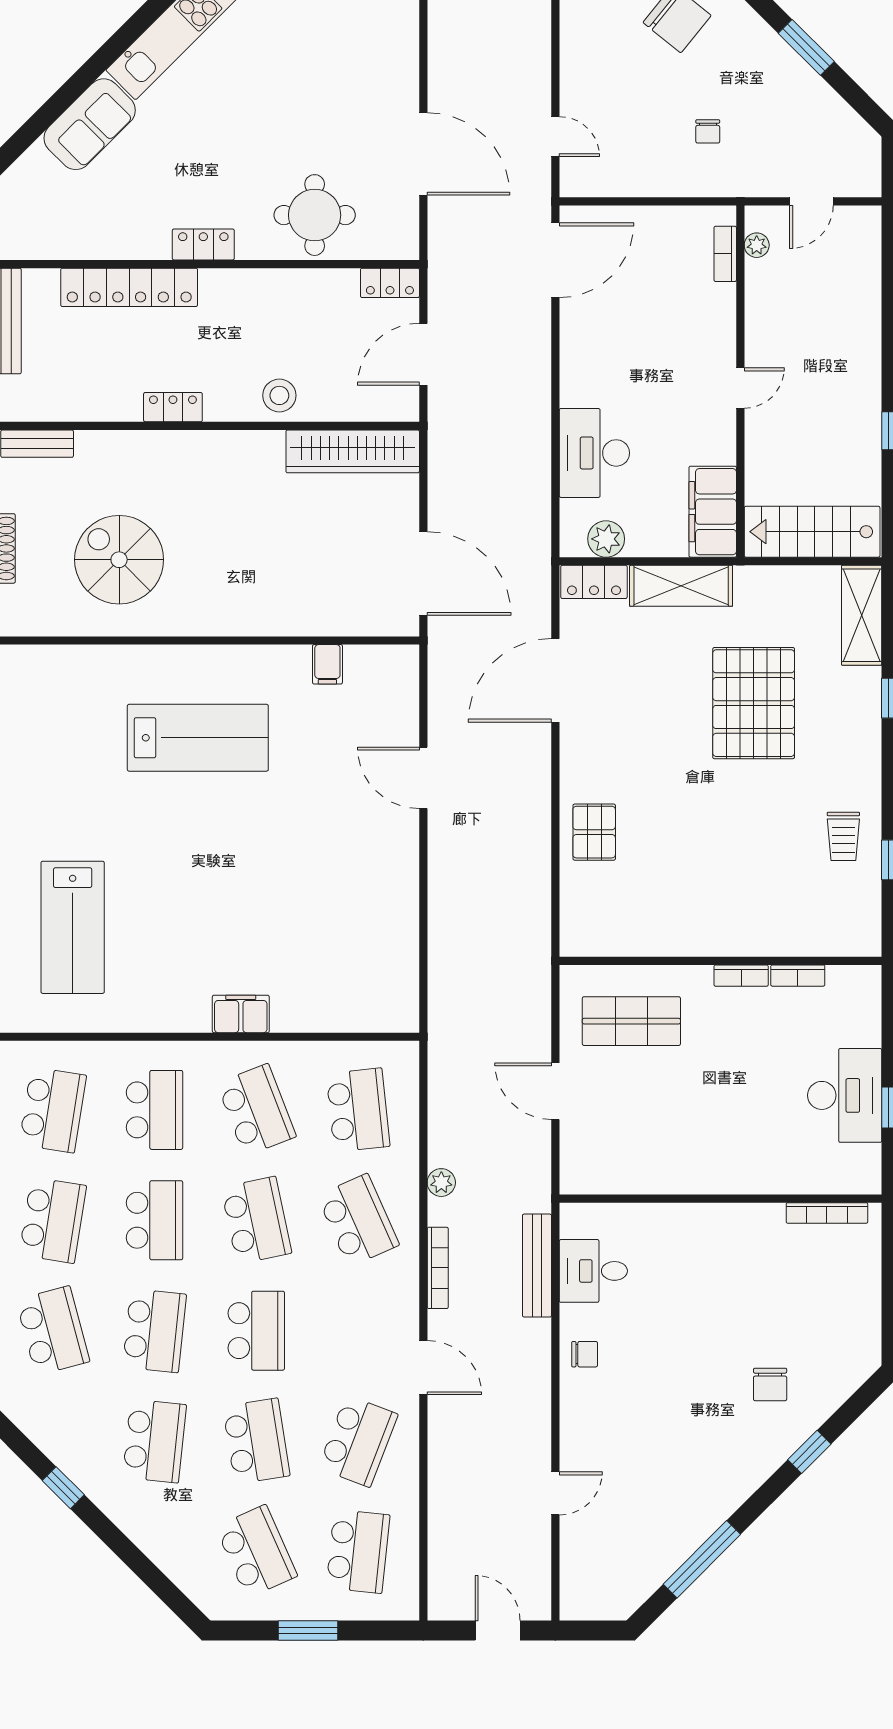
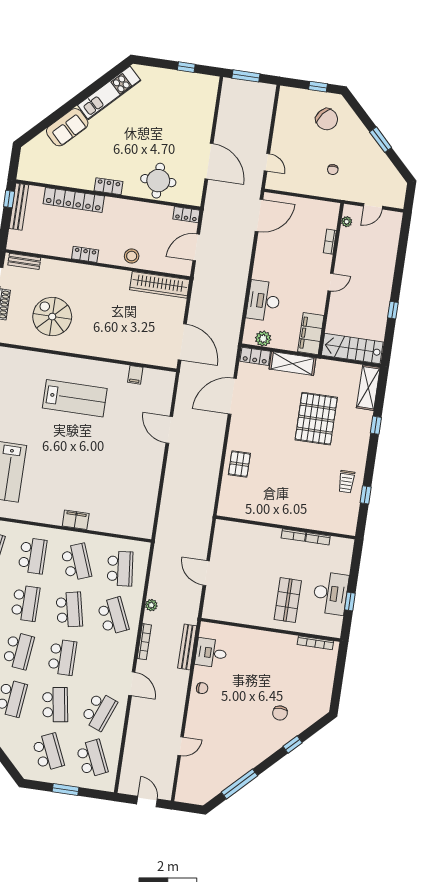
bookcase: (725, 254) -> (330, 242), moved
shop shelf: (631, 1021) -> (288, 600), moved, turned 90
school desk: (358, 1551) -> (92, 759), turned -30

